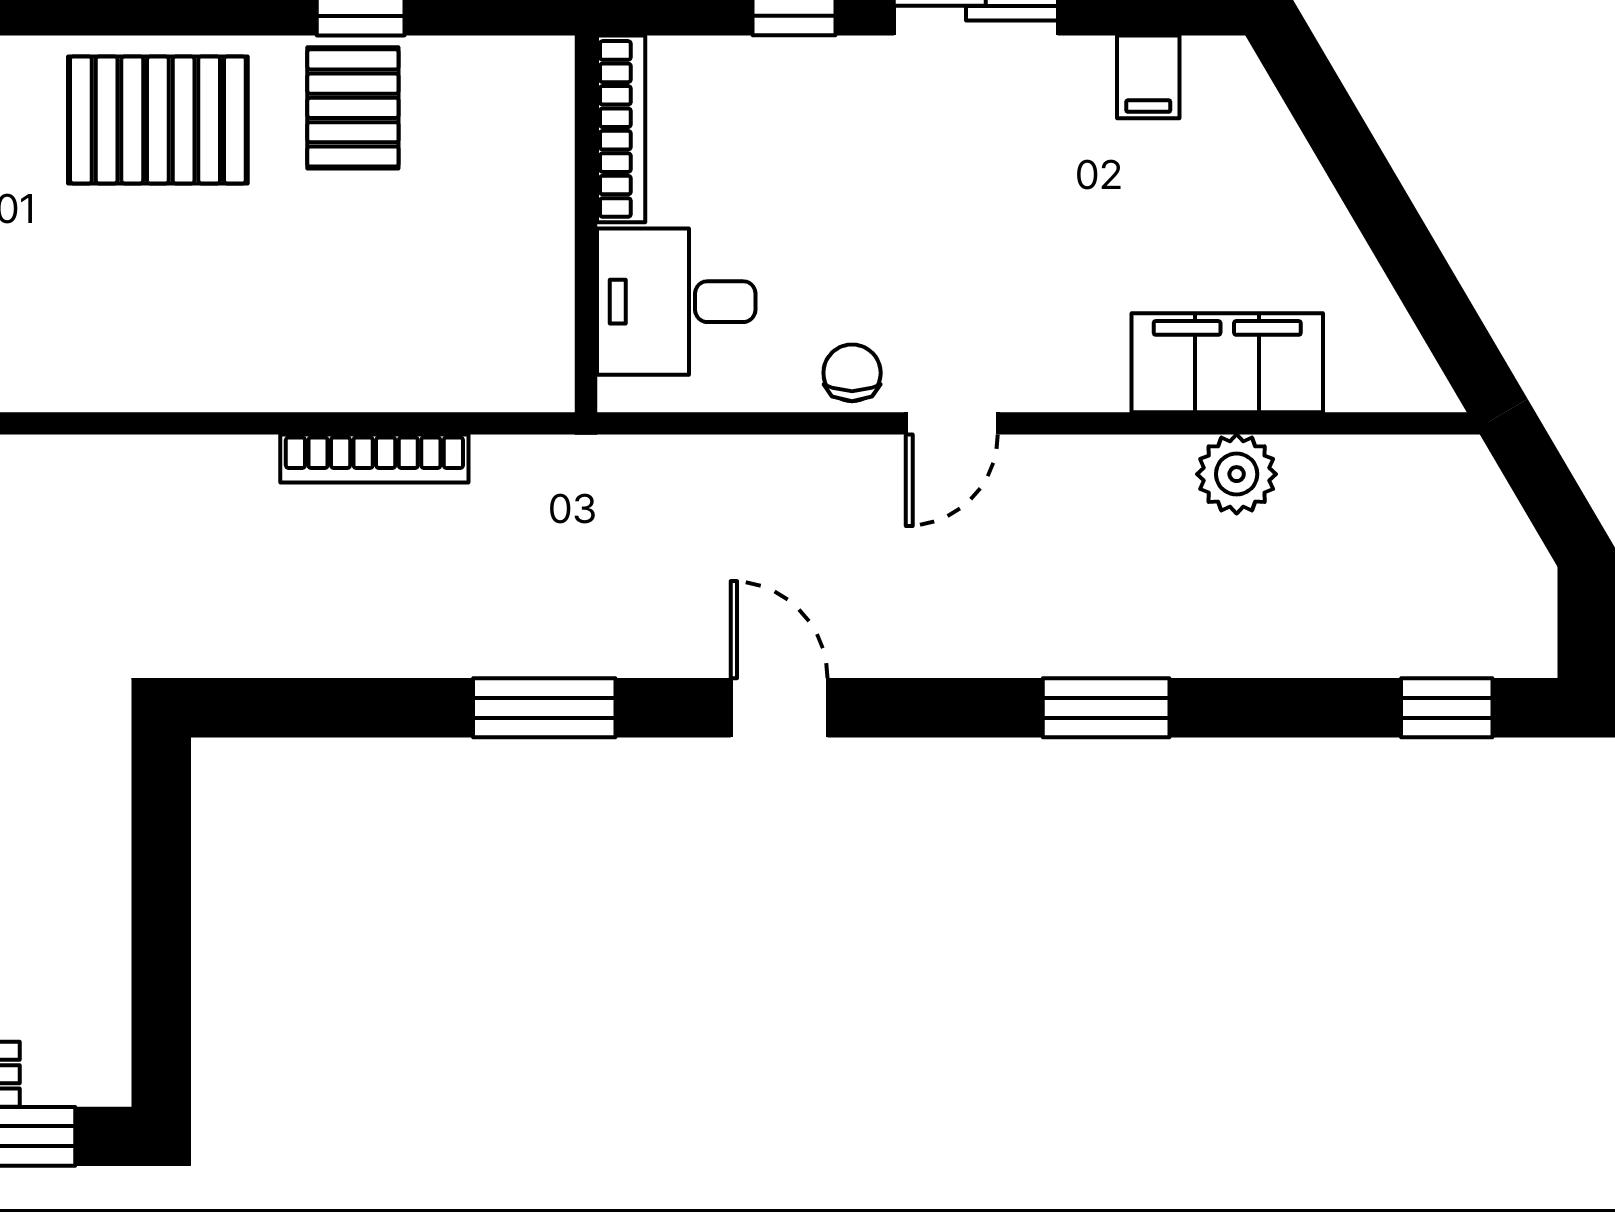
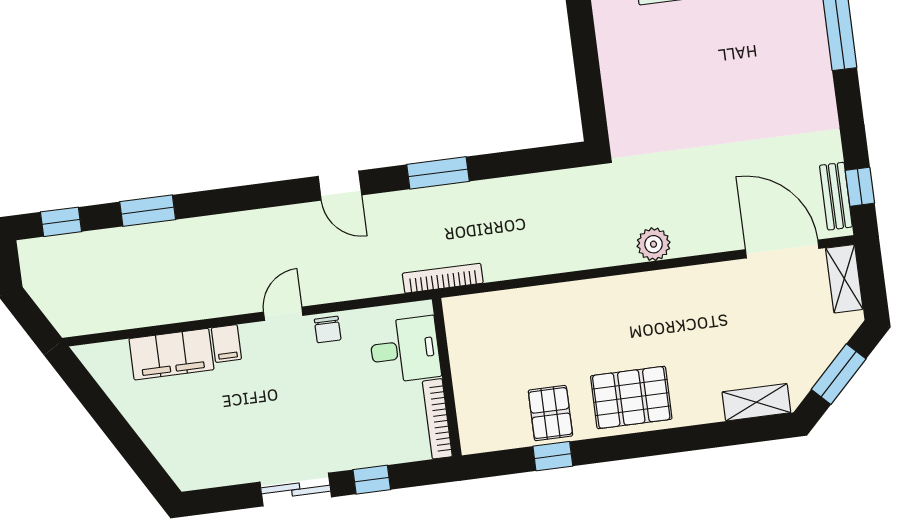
filing cabinet: (1148, 77) -> (226, 344), moved, turned 180
bookcase: (374, 458) -> (443, 278), moved
plant: (1237, 474) -> (654, 244), moved
window: (1106, 708) -> (148, 211), moved

